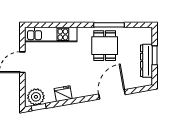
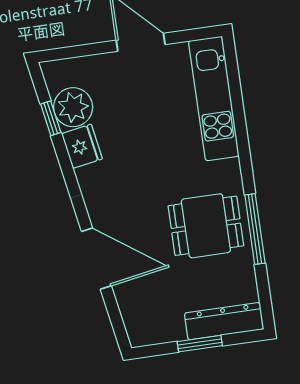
dresser: (146, 61) -> (224, 321), moved
plant: (36, 97) -> (73, 107), moved
window: (39, 107) -> (51, 118), moved

